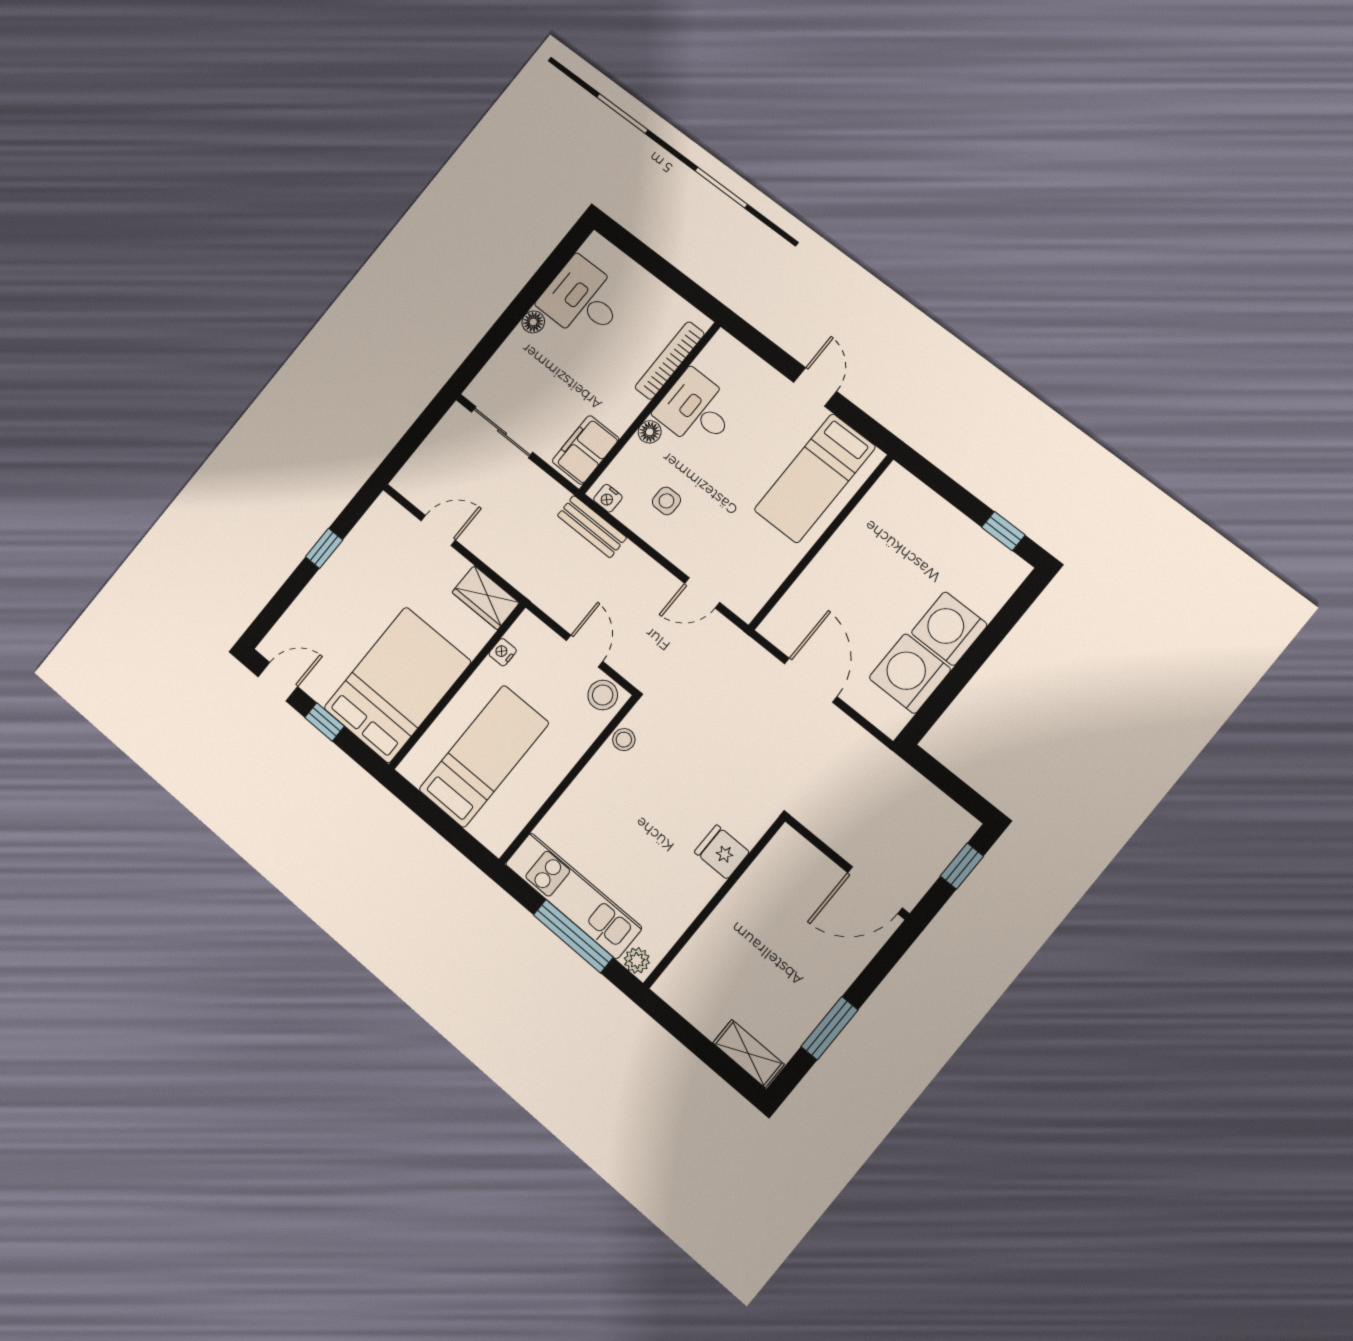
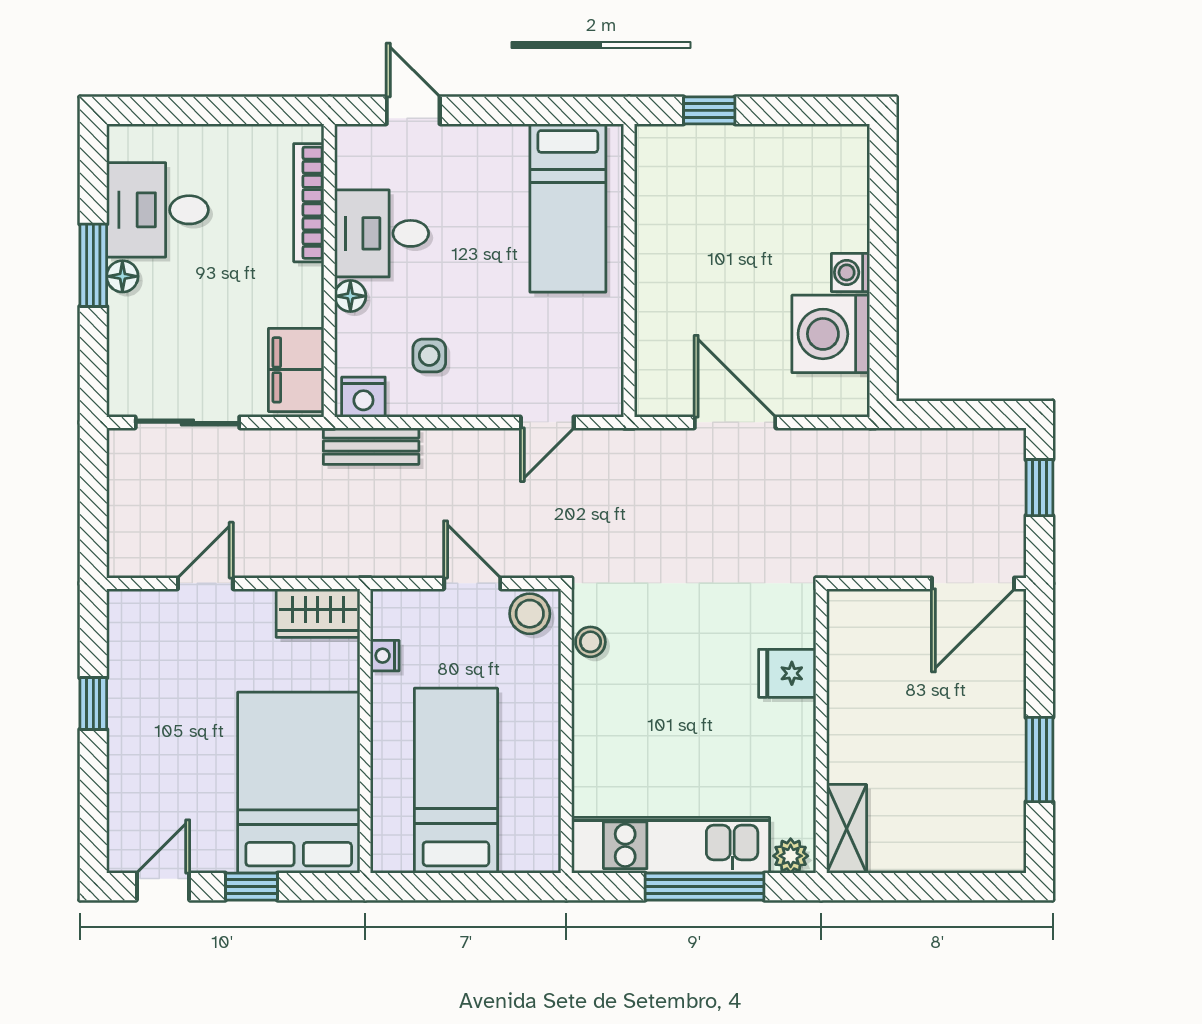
window: (522, 303) -> (93, 265), added
door: (815, 387) -> (413, 110), moved
nightstand: (608, 498) -> (363, 397), width x1.39, depth x1.35
window: (1003, 531) -> (709, 110), moved
washing machine: (949, 629) -> (850, 272), width x0.53, depth x0.53
shelving: (748, 1054) -> (847, 829), moved, turned 90

